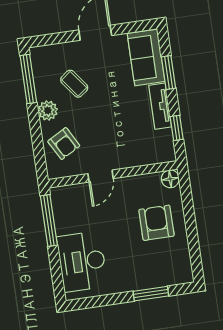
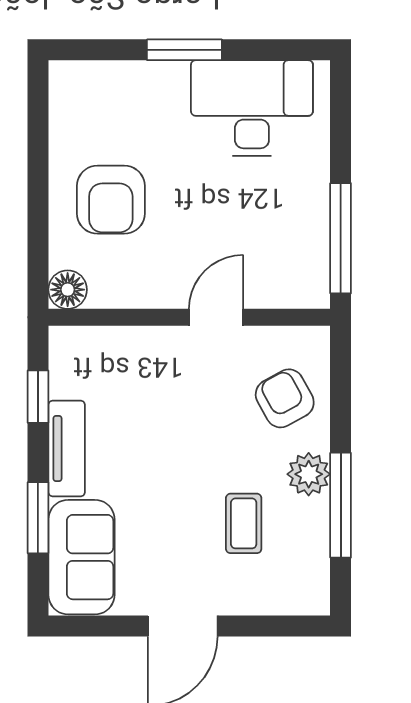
window: (28, 79) -> (341, 505), moved
coffee table: (74, 84) -> (244, 523), turned 37
desk: (82, 262) -> (252, 108), moved, turned -90
window: (151, 294) -> (184, 50), moved

